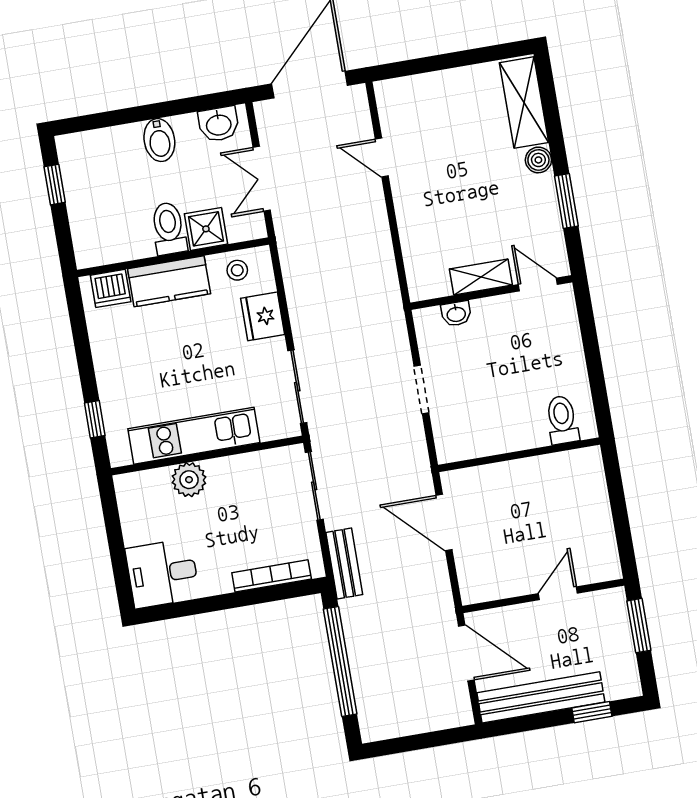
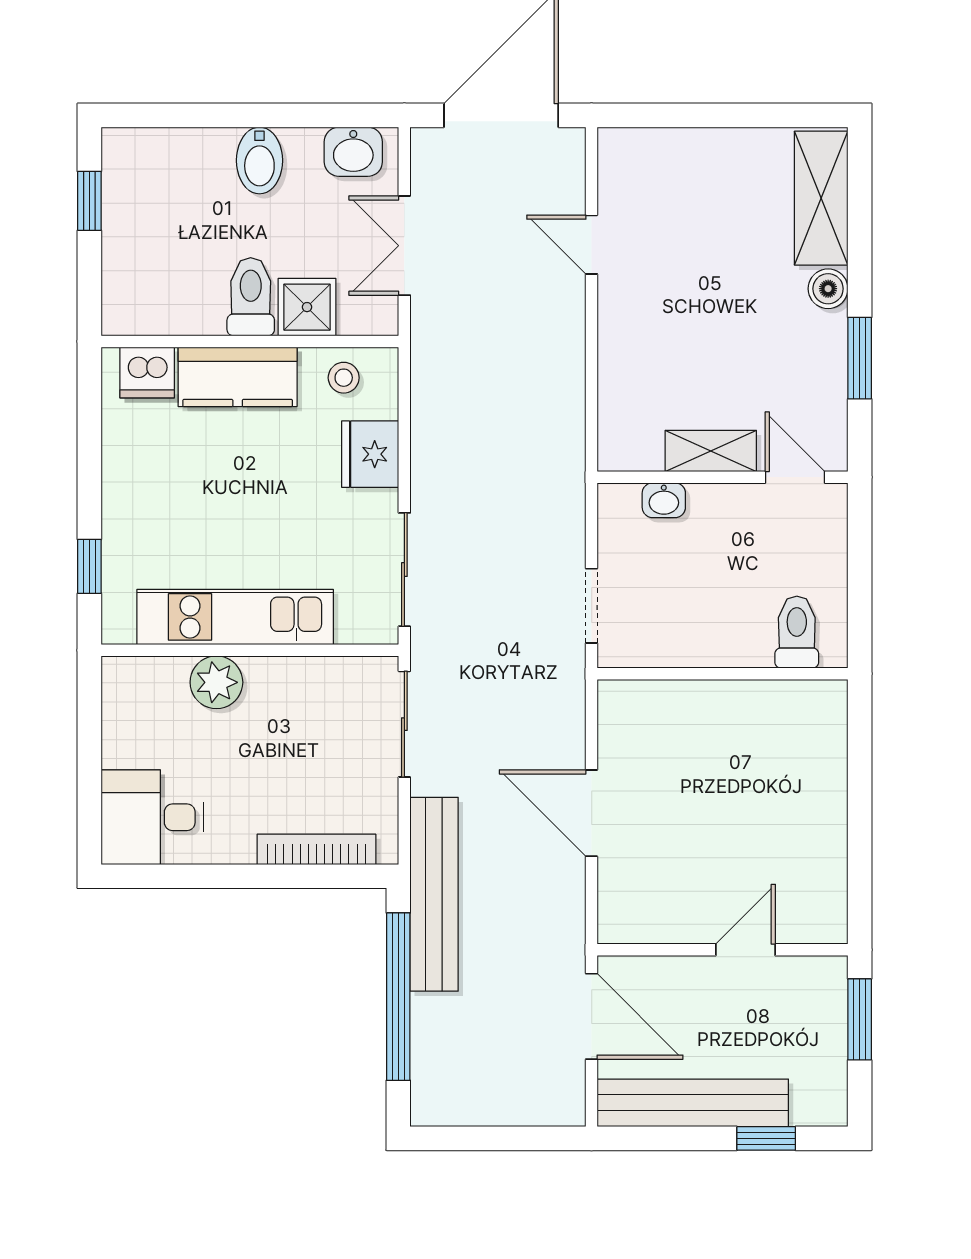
toilet: (562, 420) -> (797, 632), moved
wall: (519, 455) -> (723, 674), moved
bench: (344, 563) -> (434, 894), width x1.86, depth x1.21

